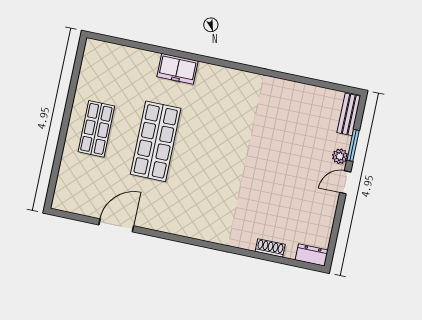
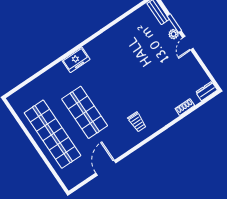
freezer: (178, 69) -> (76, 60), moved
shop shelf: (96, 129) -> (52, 134), width x2.00, depth x1.36
trolley: (202, 211) -> (137, 122), added

